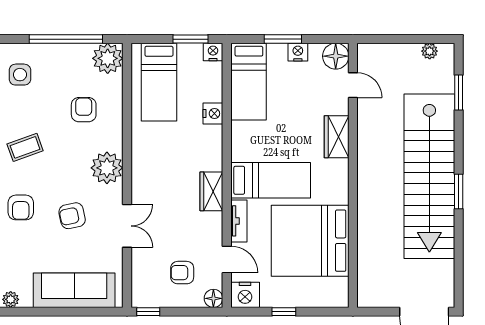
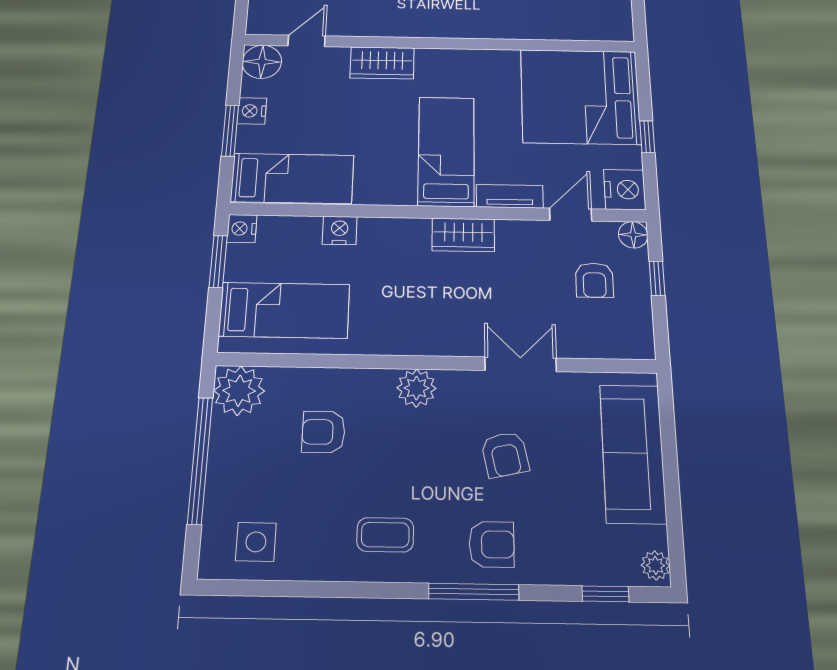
coffee table: (25, 147) -> (385, 535), turned -70
plant: (107, 168) -> (416, 388), width x0.73, depth x0.73
bed: (310, 241) -> (580, 97), moved, turned 90
window: (148, 312) -> (657, 278), moved

